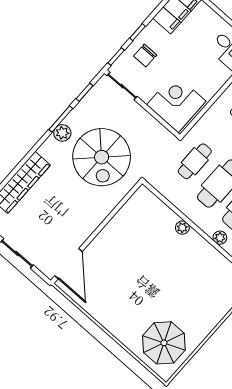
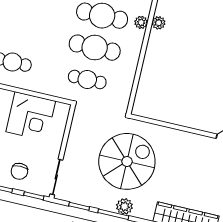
chair: (145, 55) -> (19, 171), turned 90
corner desk: (176, 103) -> (31, 116), moved, turned -90
plant: (182, 228) -> (159, 23), moved

